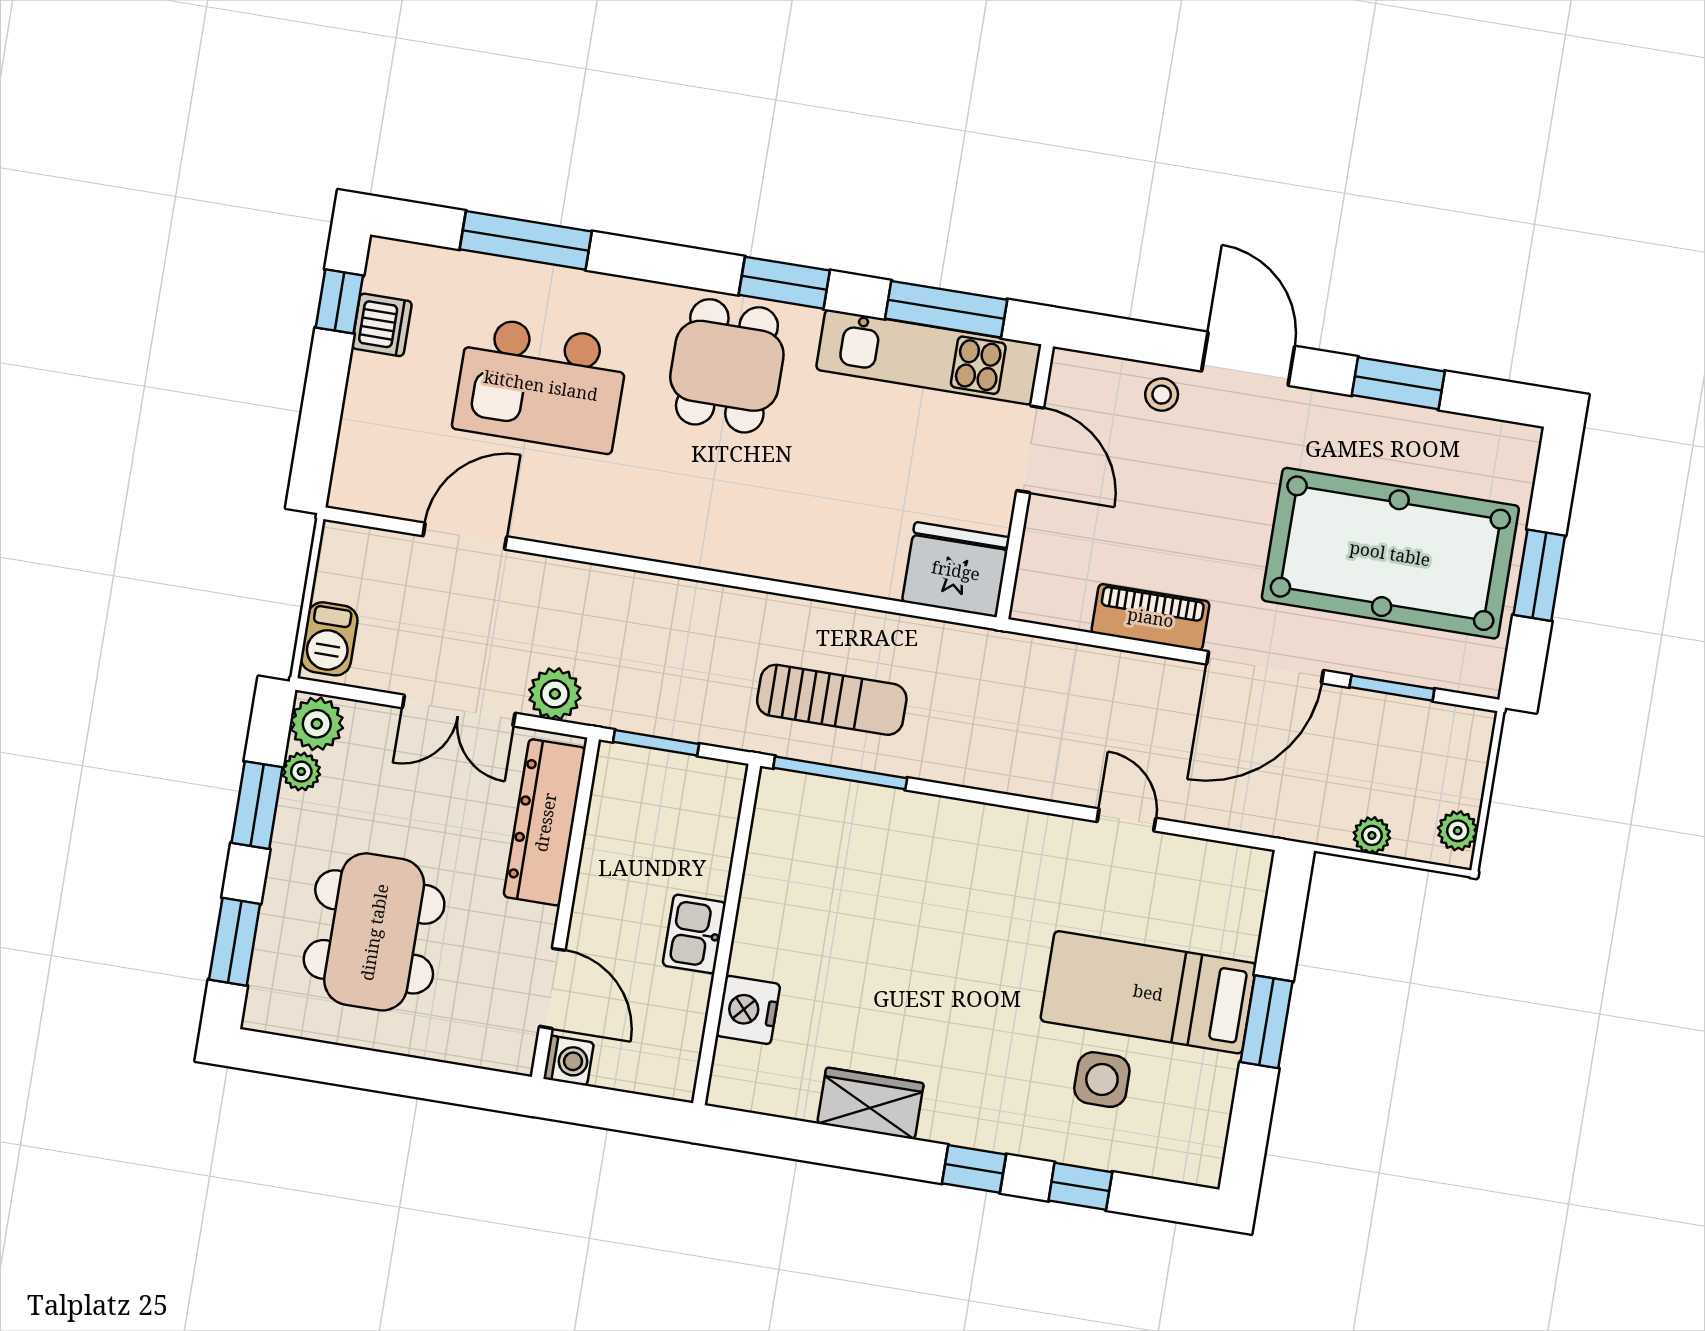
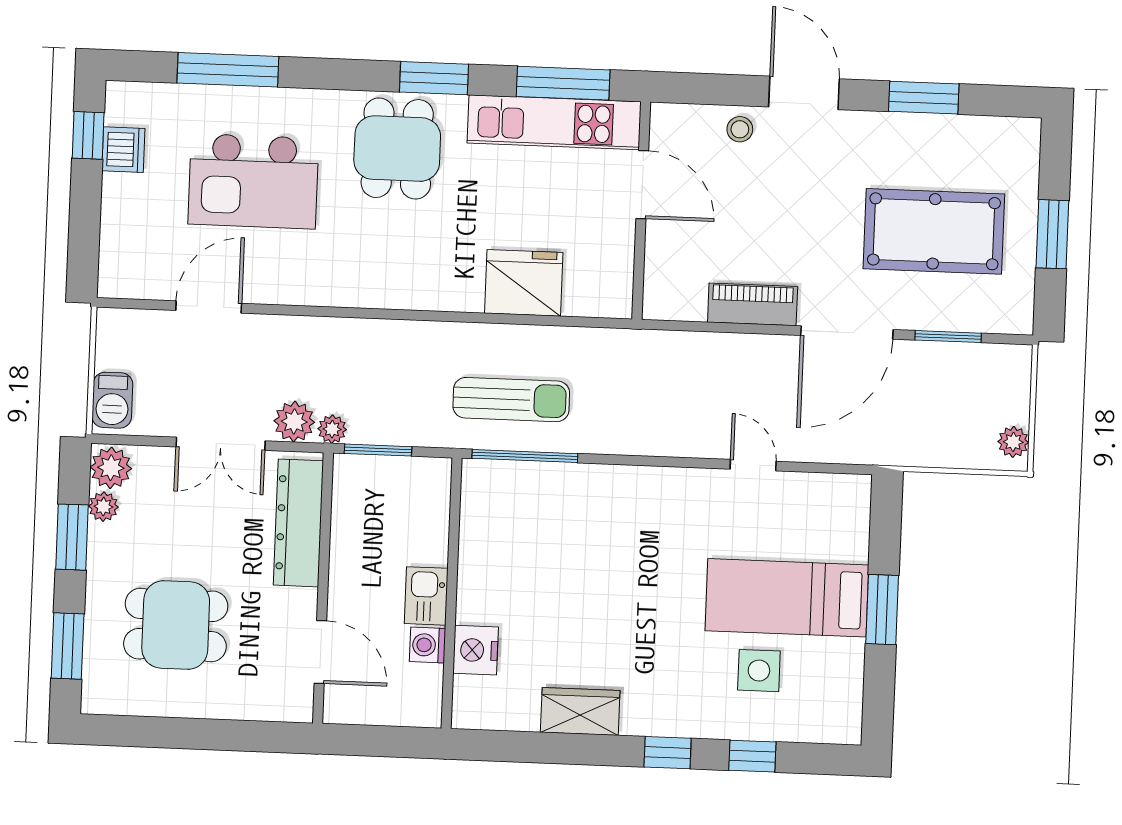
pool table: (1390, 553) -> (934, 231), width x0.73, depth x0.76
fridge: (956, 570) -> (524, 283), moved
plant: (1372, 835) -> (332, 429), moved
dining table: (374, 932) -> (176, 625), width x0.73
washing machine: (569, 1061) -> (428, 645), moved, turned 180

